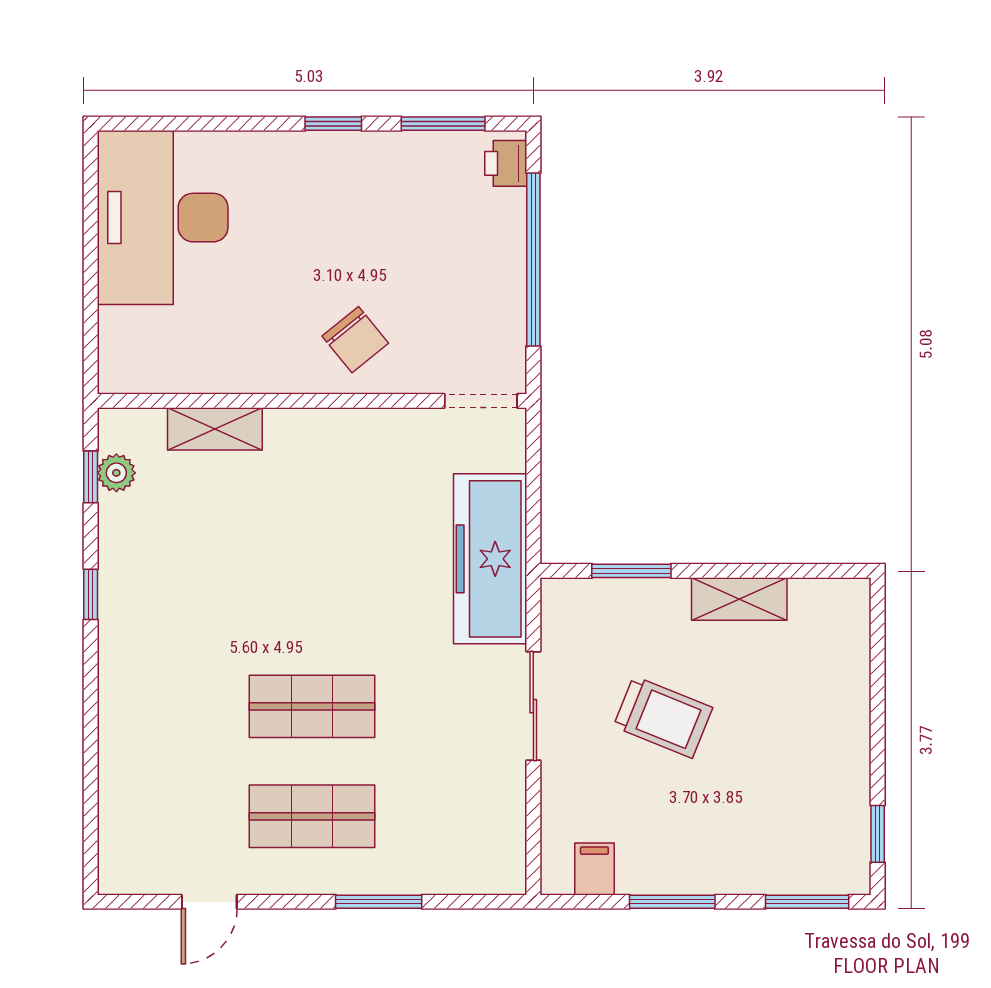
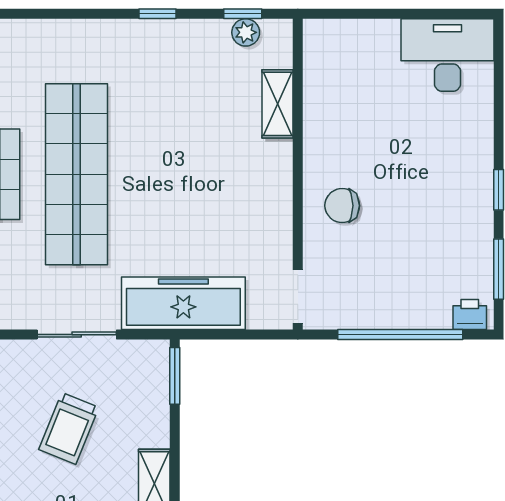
desk: (163, 218) -> (447, 55), width x0.73, depth x0.77
chair: (355, 340) -> (342, 206), turned 39
window: (631, 571) -> (175, 376), moved
shop shelf: (312, 706) -> (77, 174), width x2.00, depth x1.36

